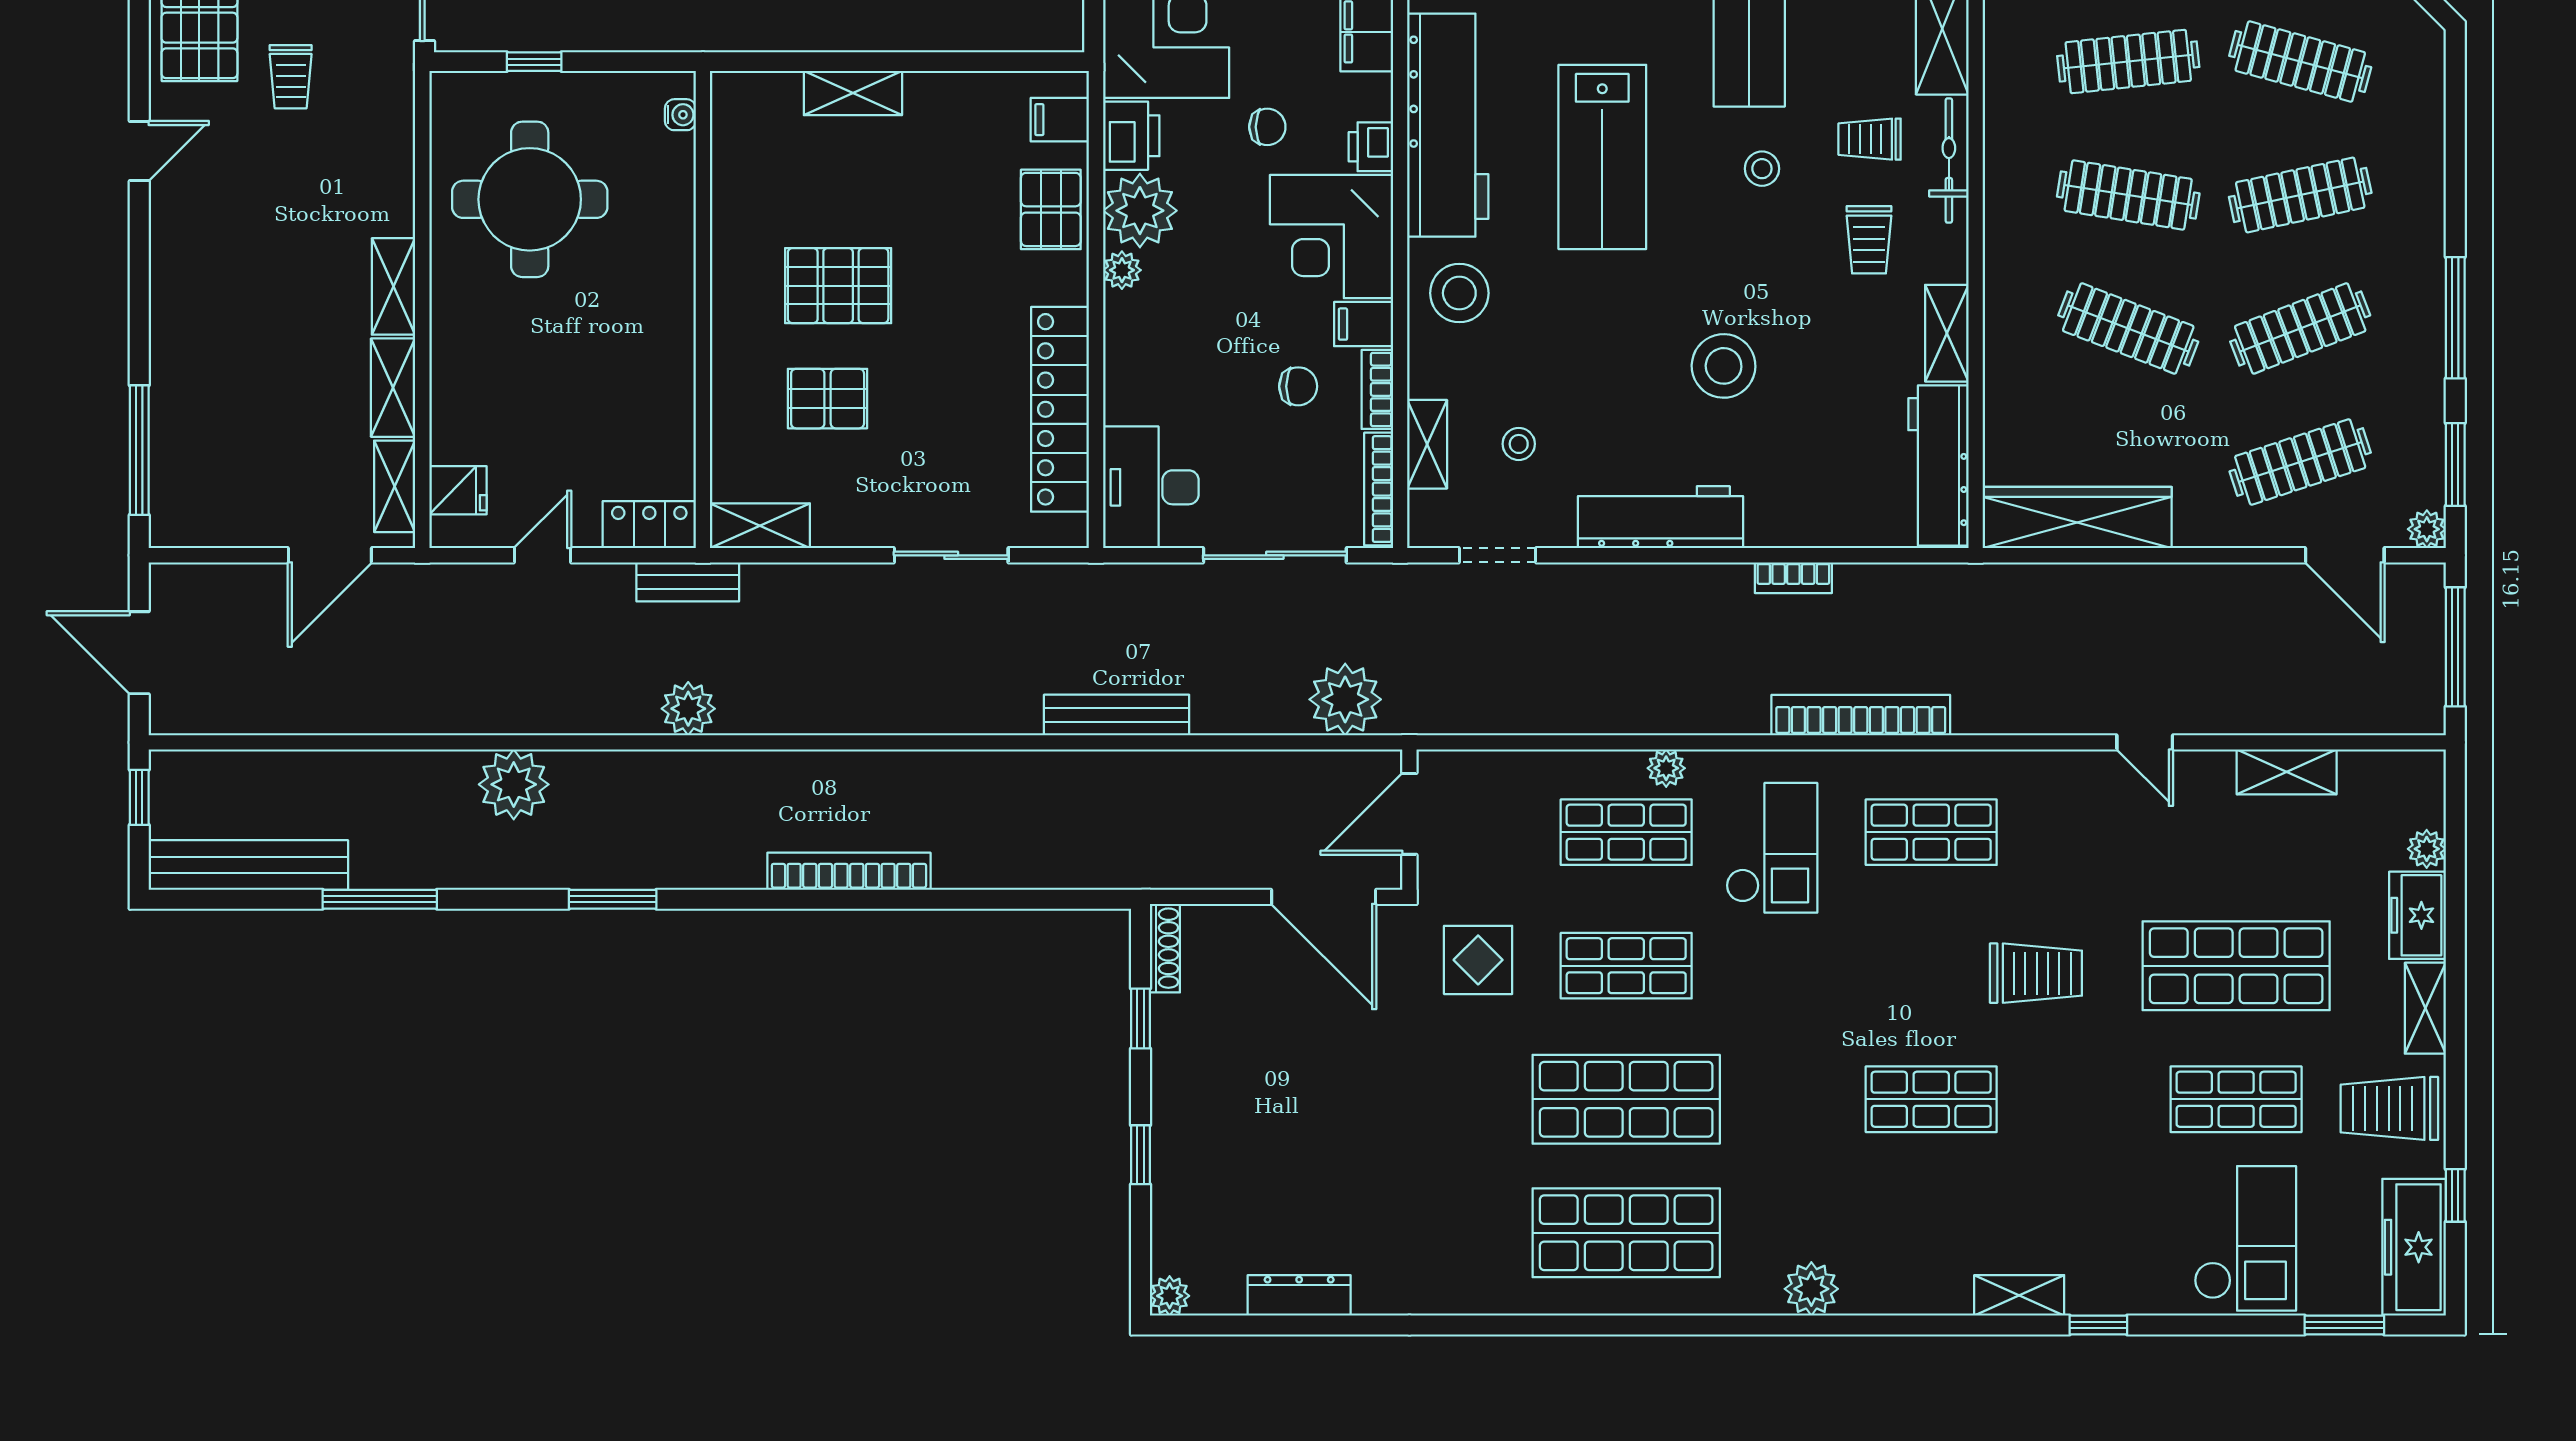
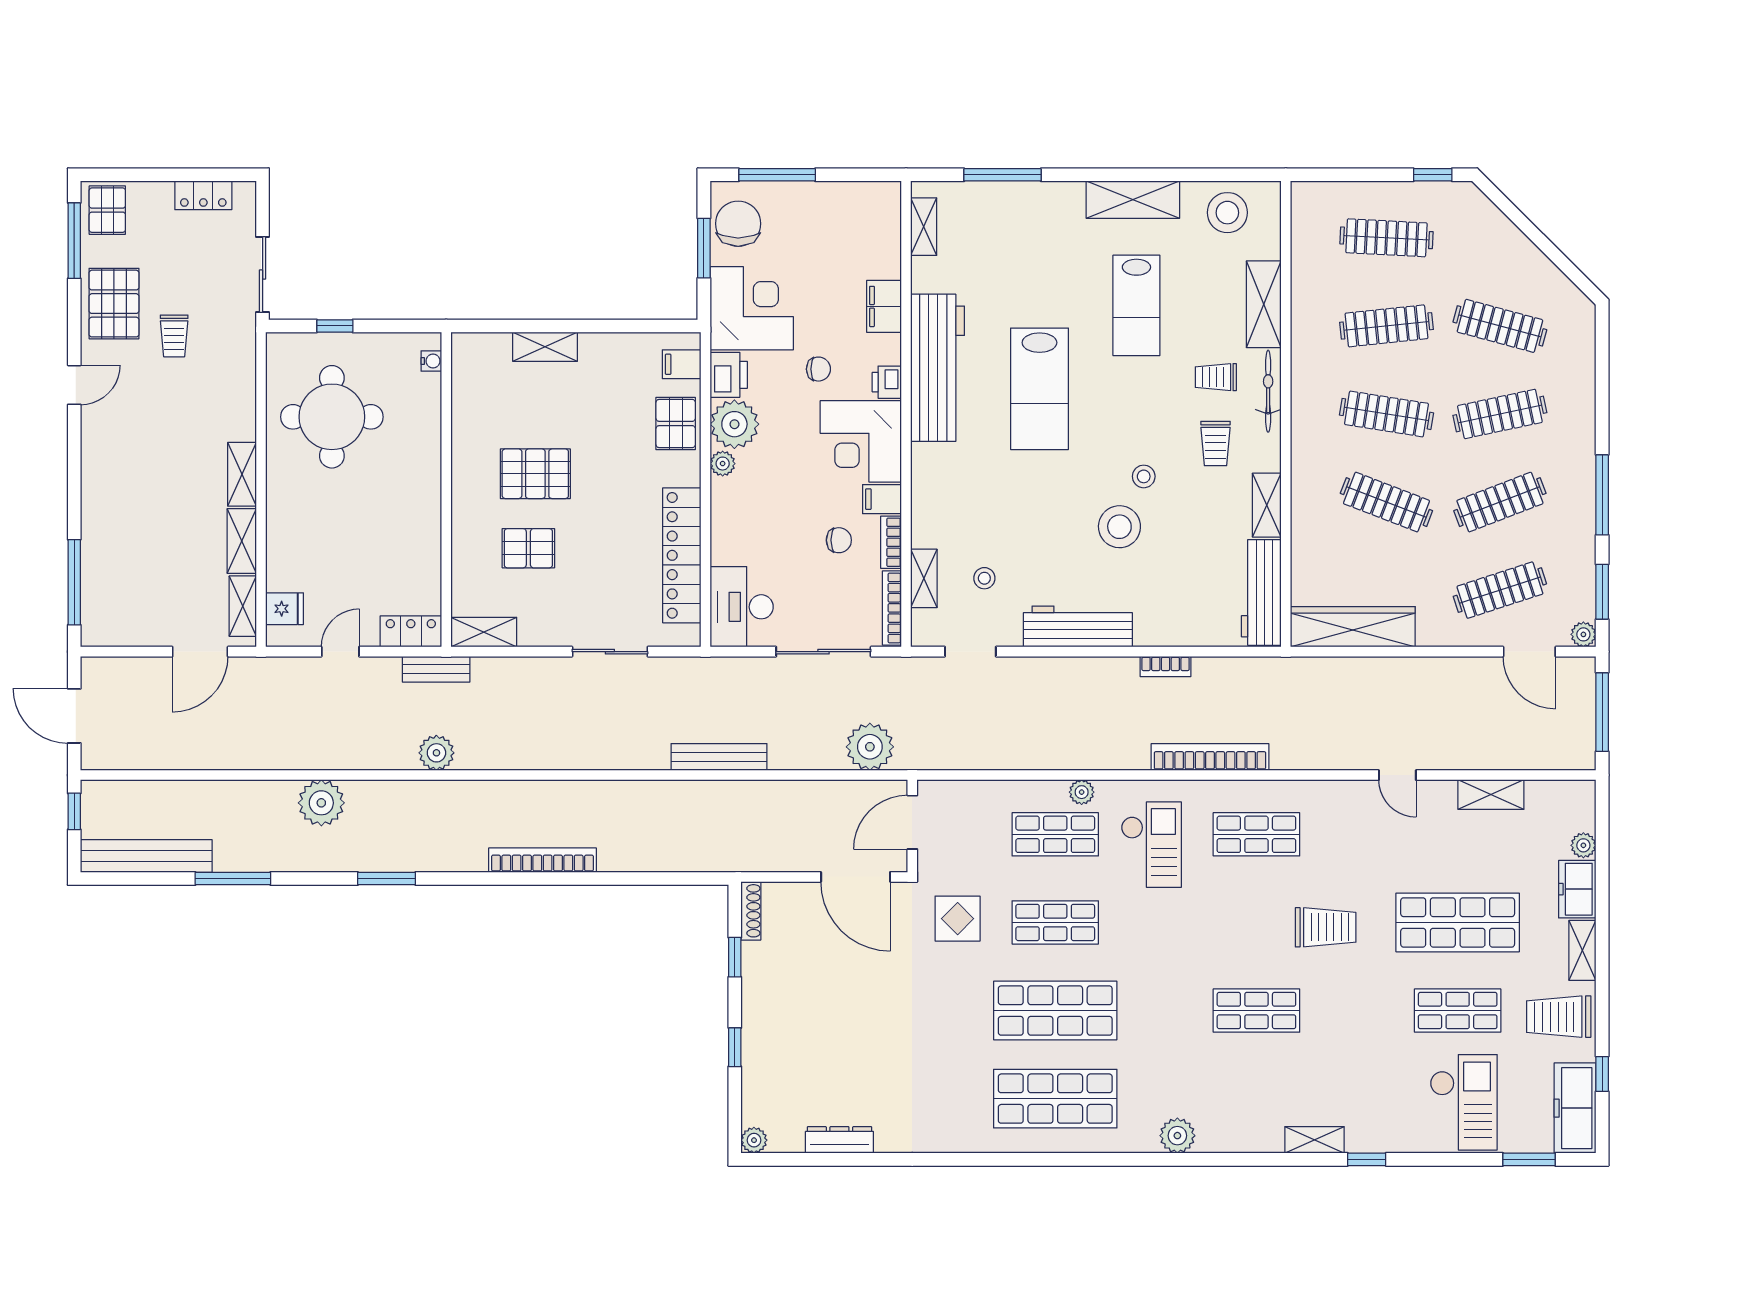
stool: (1762, 169) -> (1144, 476), moved
stool: (1459, 293) -> (945, 479), removed

